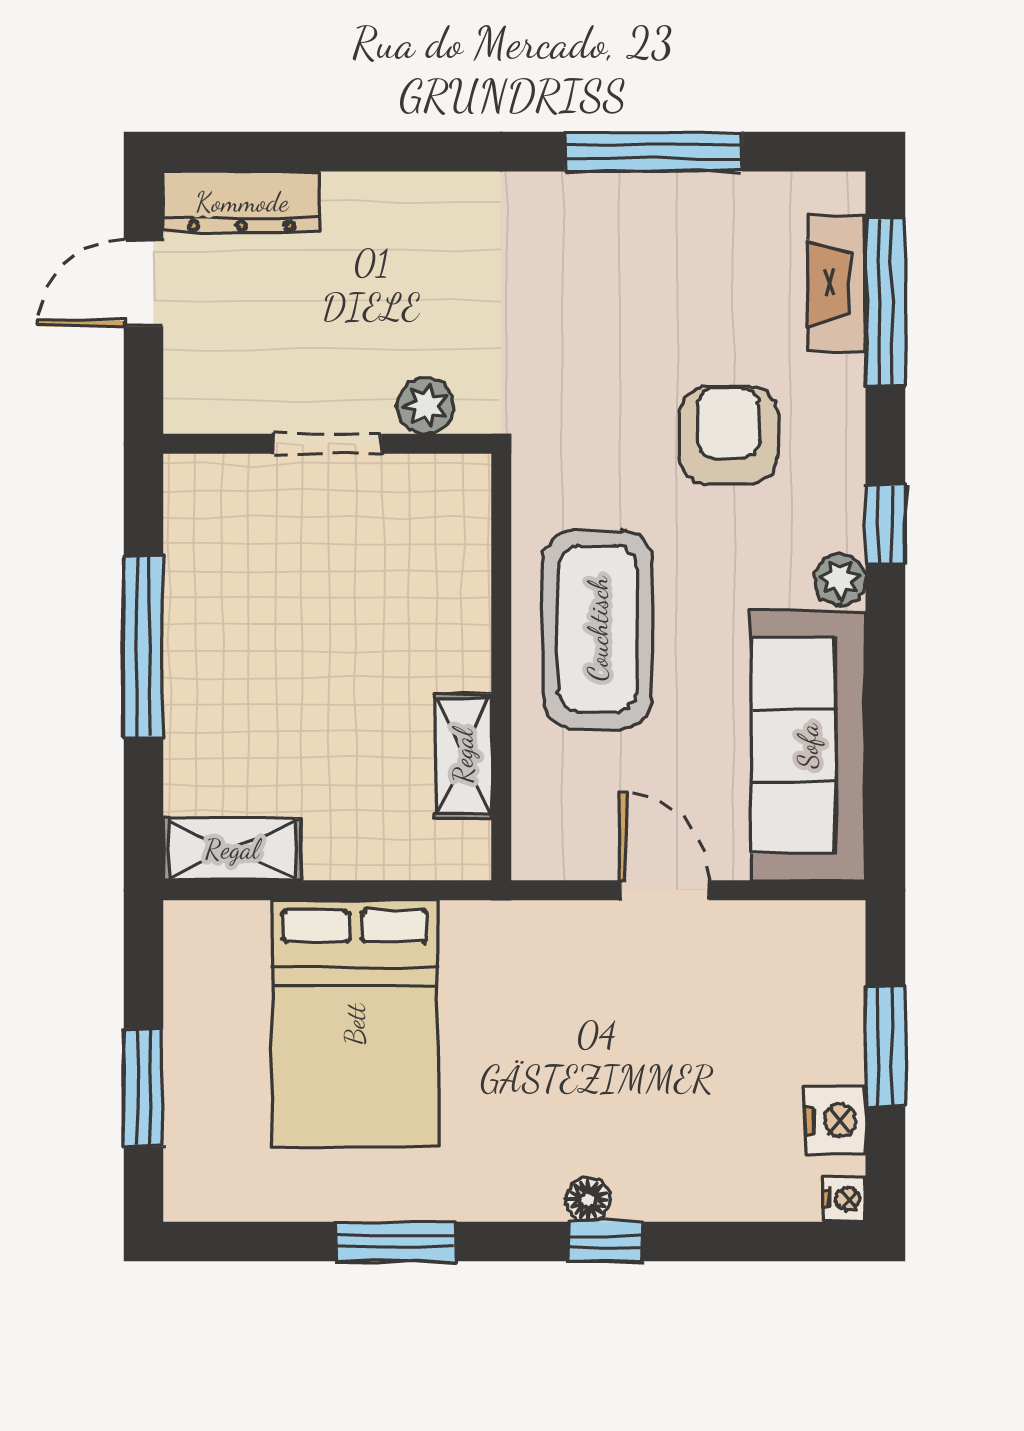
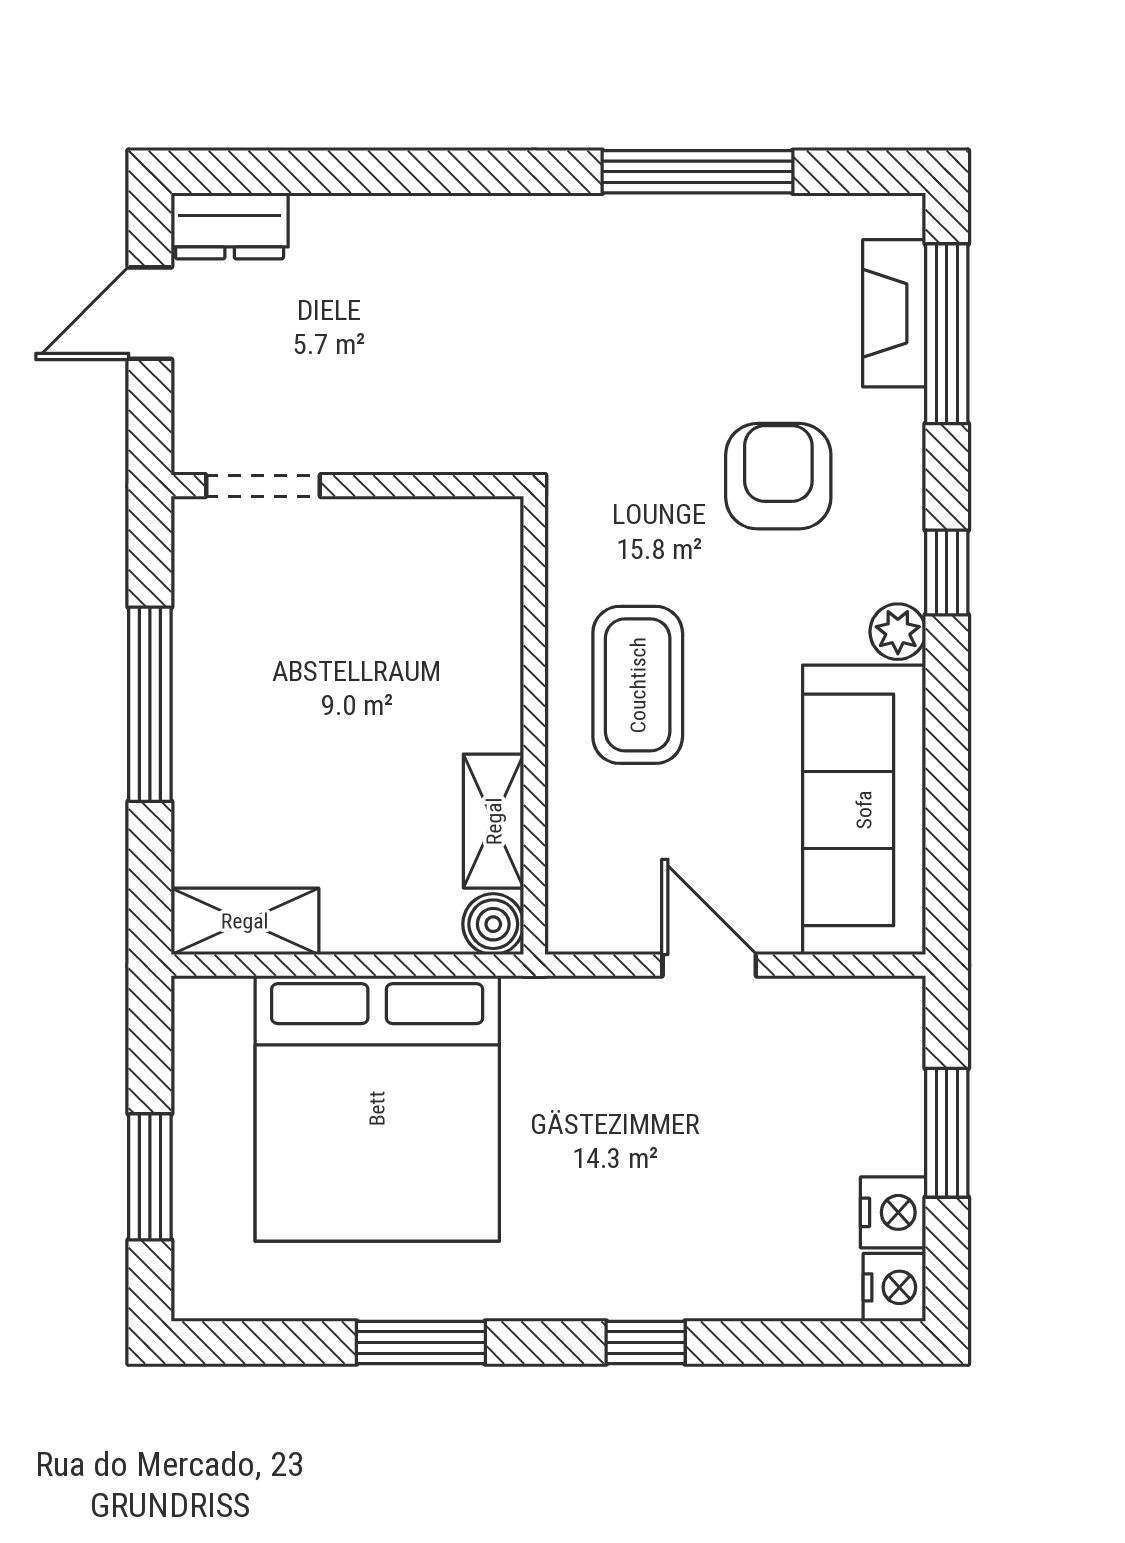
dresser: (242, 202) -> (230, 226), width x0.70
plant: (425, 406) -> (453, 445), removed
doorway: (328, 444) -> (263, 486), moved
coffee table: (598, 629) -> (638, 685), width x0.73, depth x0.76
boiler: (463, 852) -> (493, 924), added
bed: (355, 1024) -> (377, 1108), width x1.36
nightstand: (844, 1199) -> (894, 1287), width x1.39, depth x1.35
floor lamp: (588, 1200) -> (627, 1297), removed

